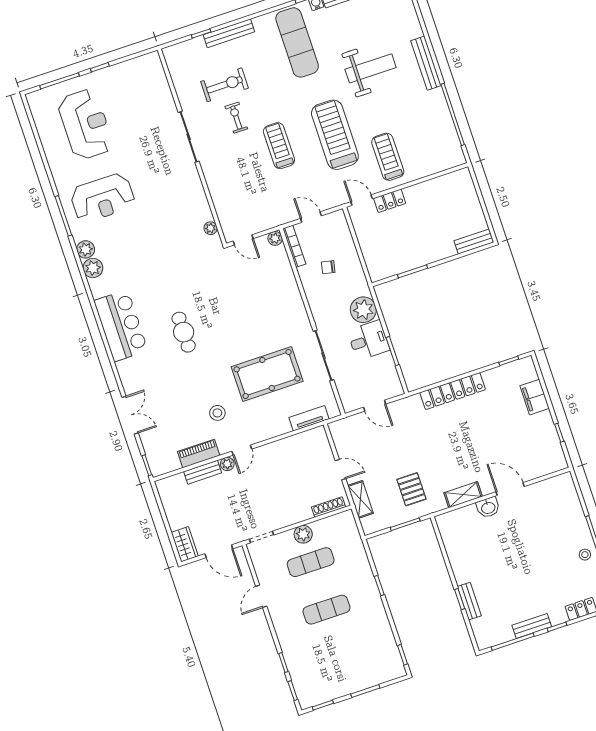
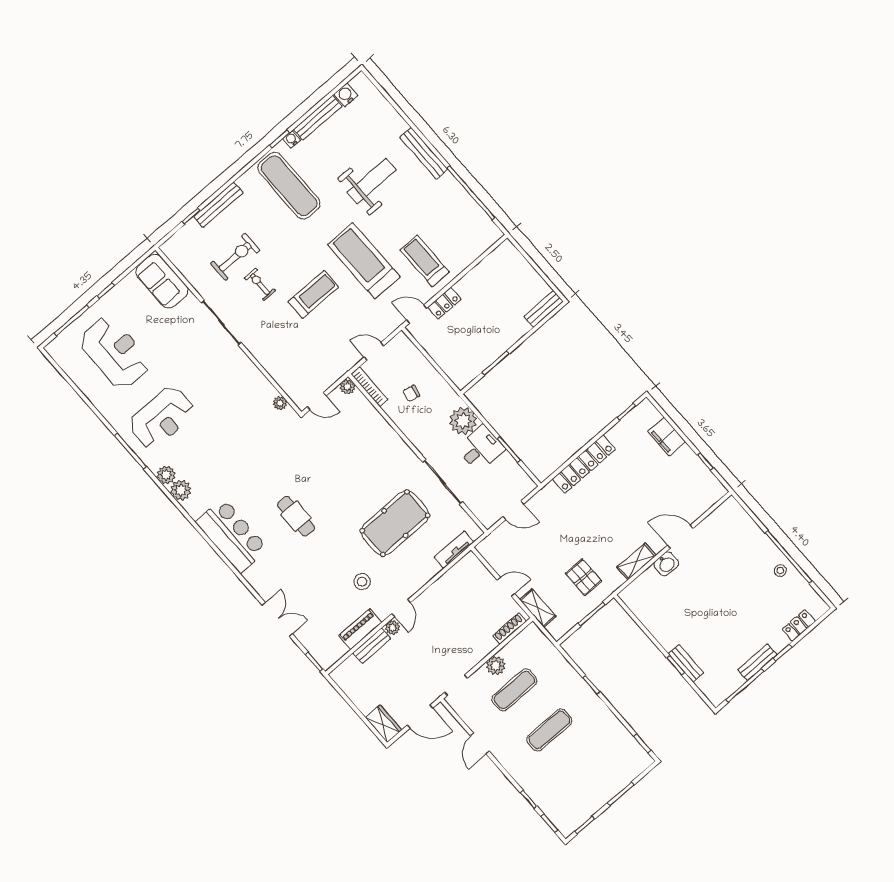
sofa: (152, 79) -> (162, 281), added
treadmill: (279, 146) -> (313, 294), turned 90

